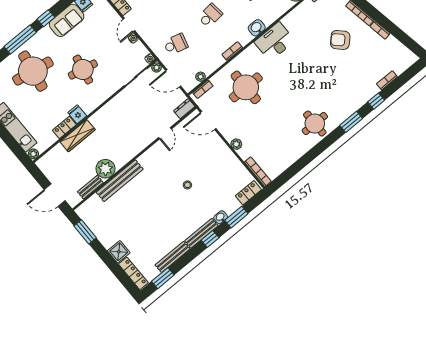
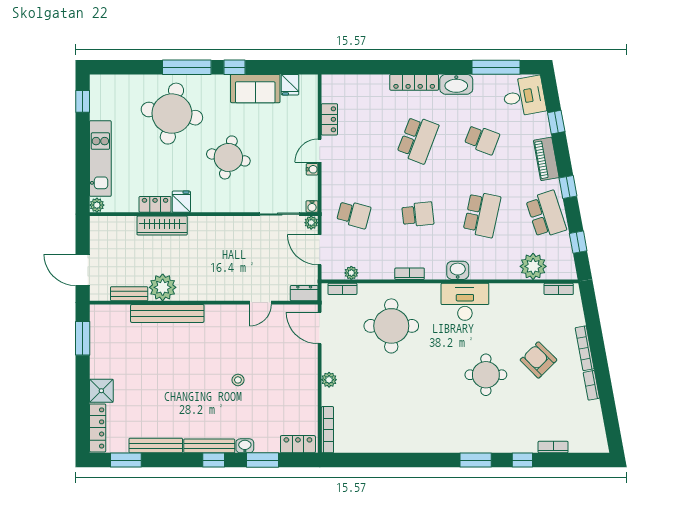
round table: (315, 124) -> (486, 375), moved

